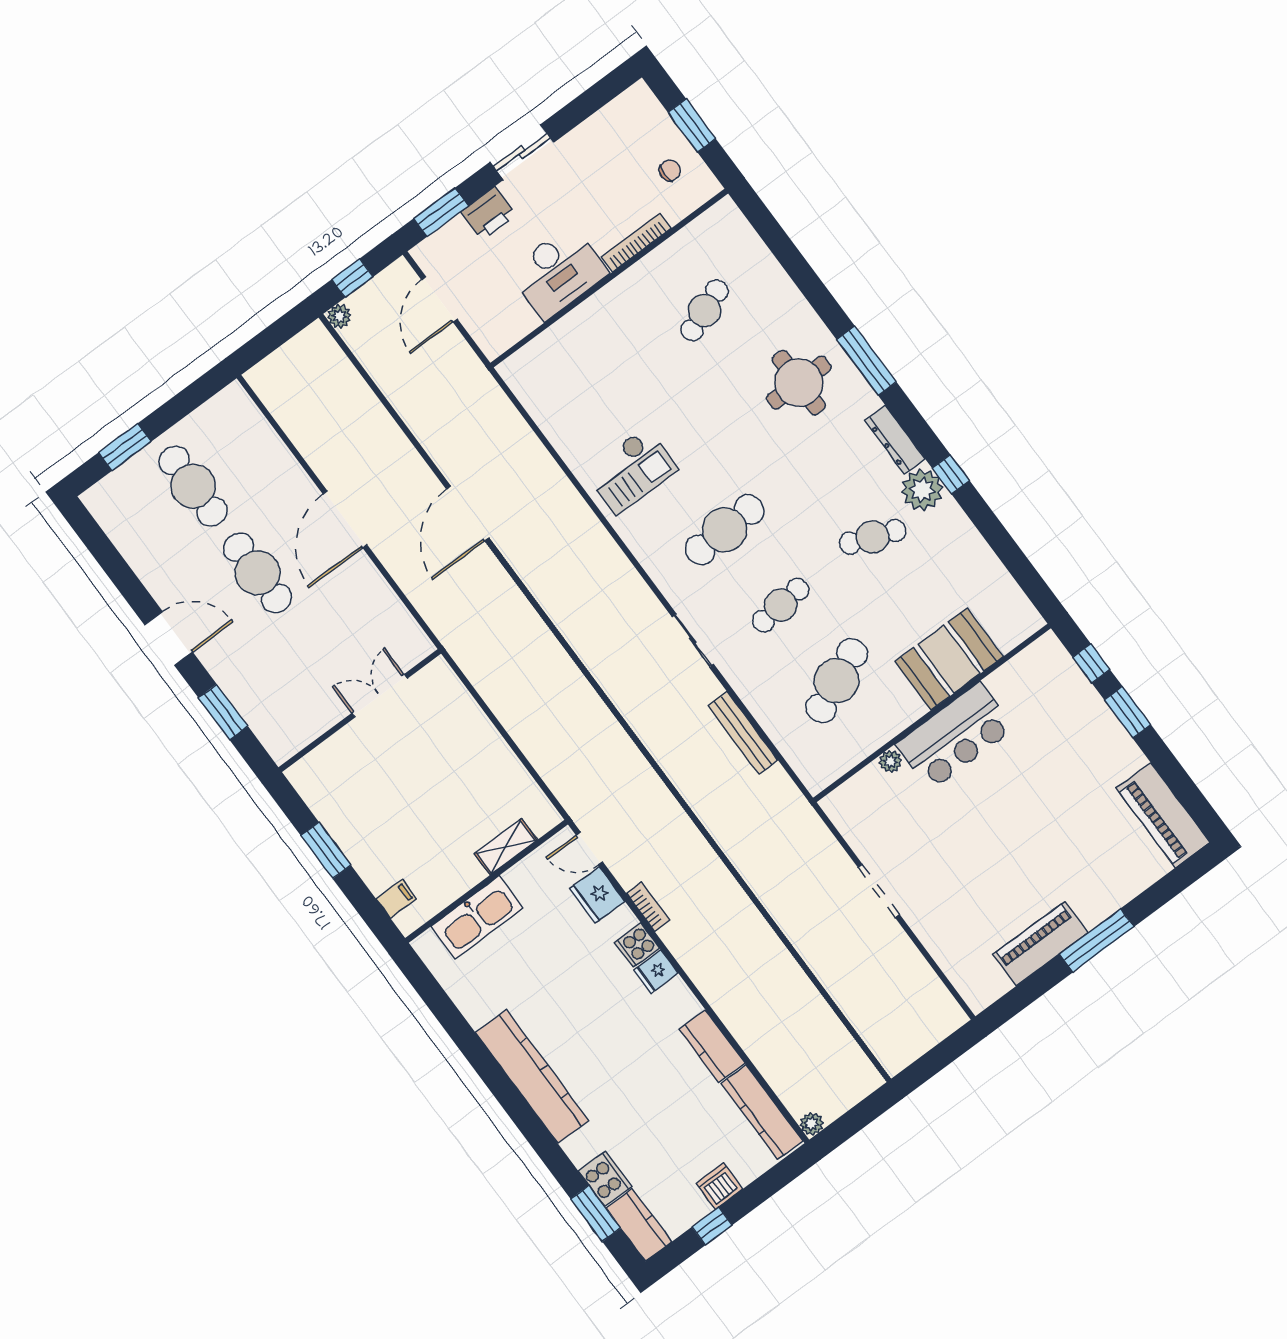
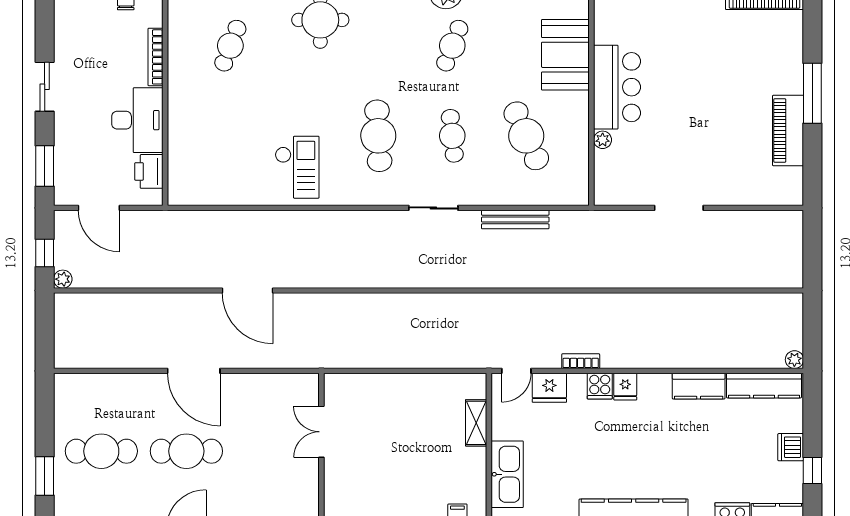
printer: (488, 213) -> (149, 171), moved, turned 180
cafe table: (704, 310) -> (230, 46), turned 42

